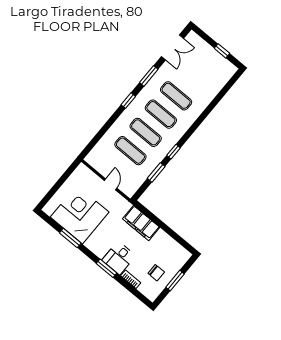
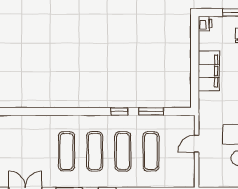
filing cabinet: (141, 223) -> (209, 71), moved
printer: (184, 255) -> (205, 23), added

